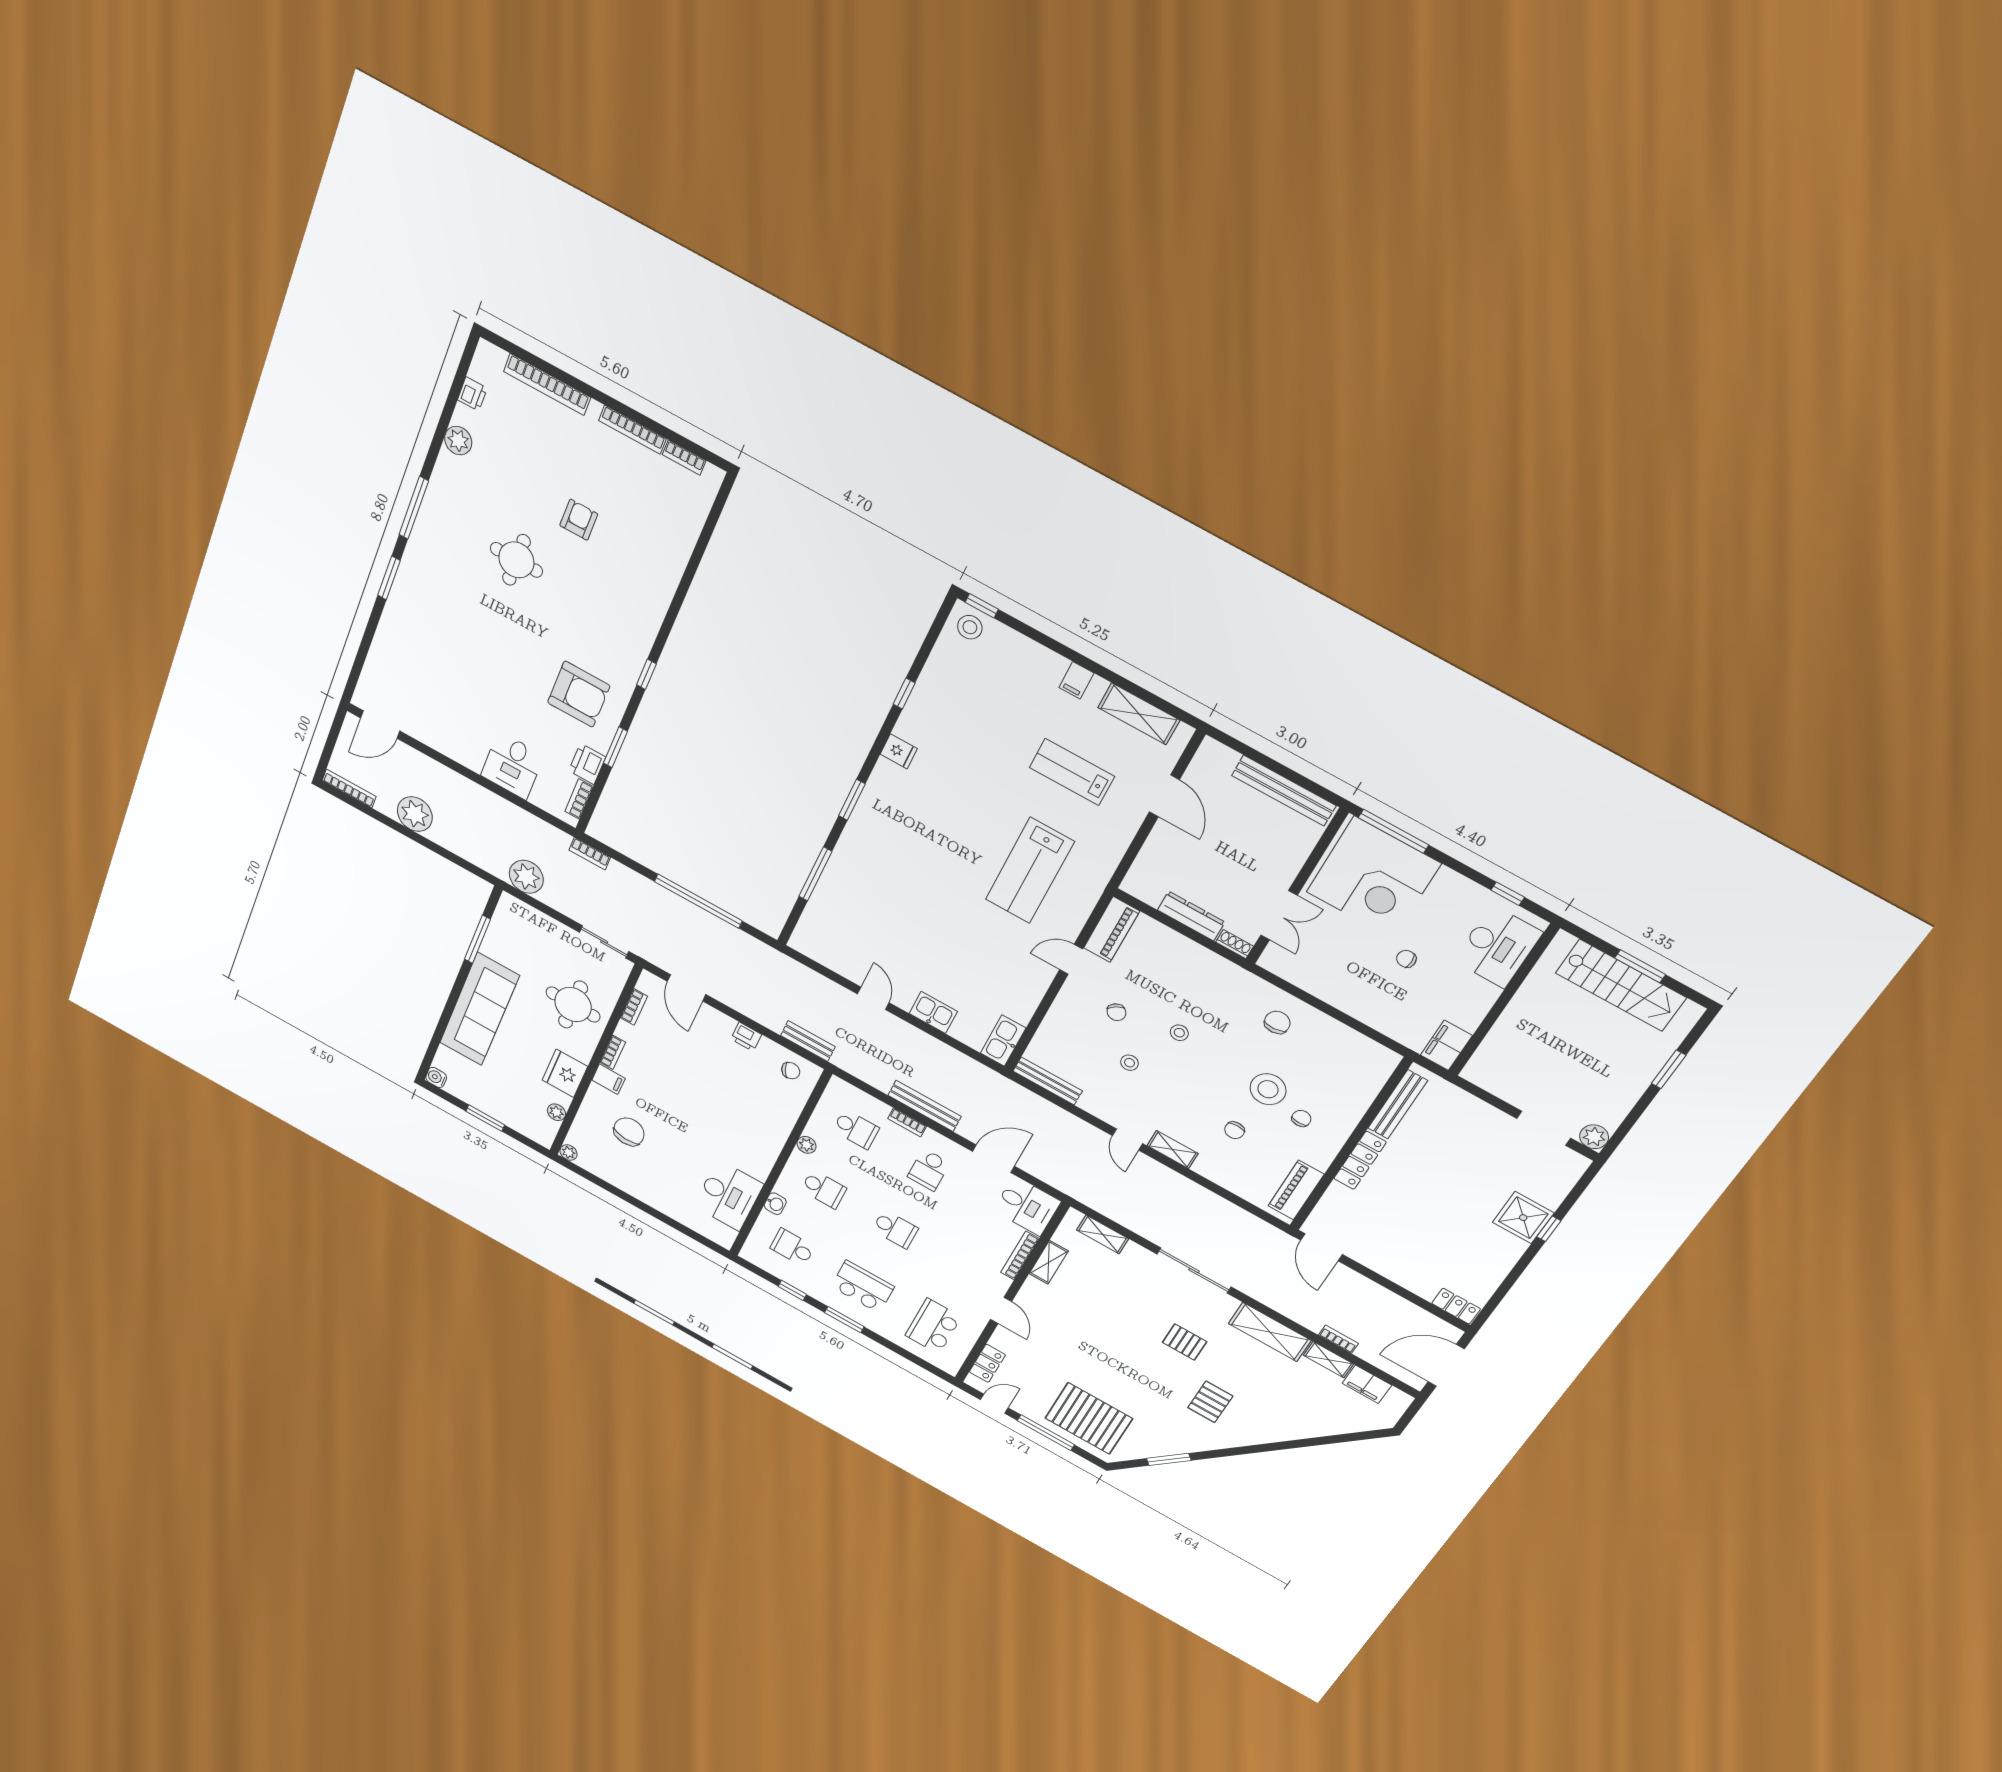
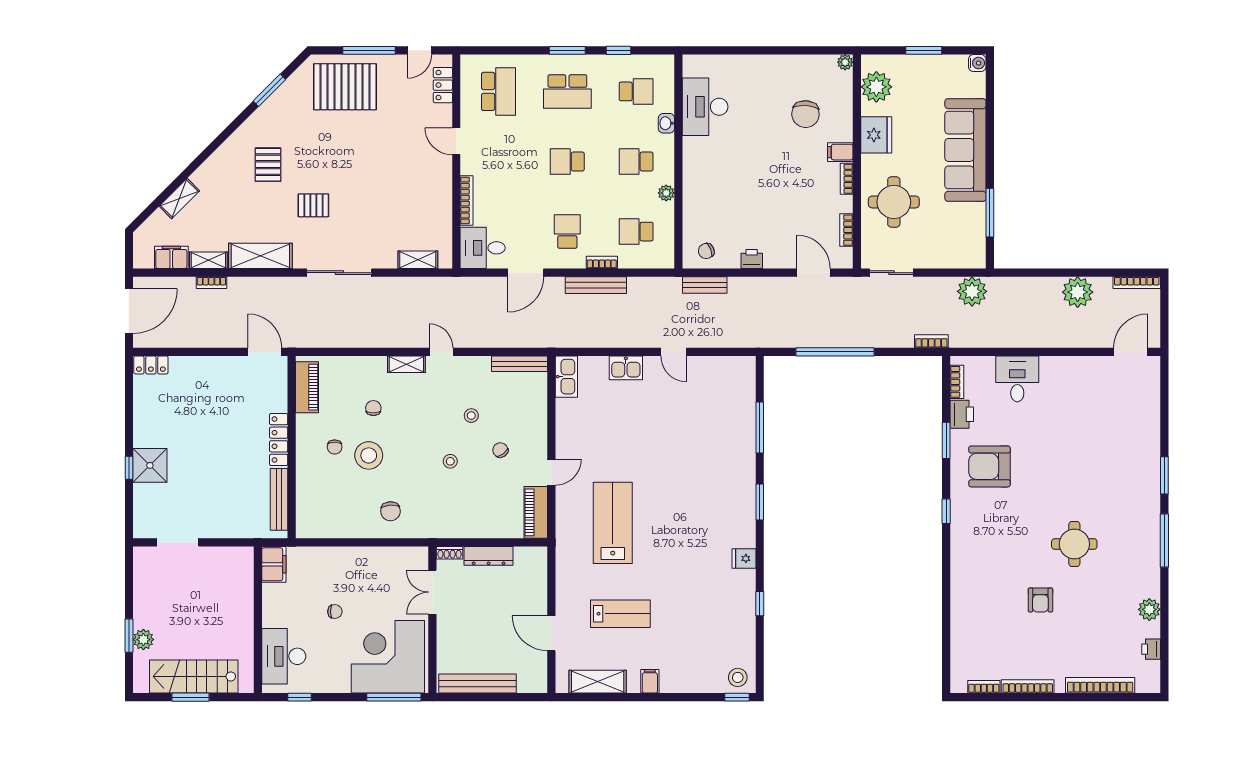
plant: (556, 1112) -> (876, 87), width x1.87, depth x1.87
plant: (1594, 1137) -> (143, 640), moved
shelving: (1049, 1262) -> (179, 198), moved, turned 45

